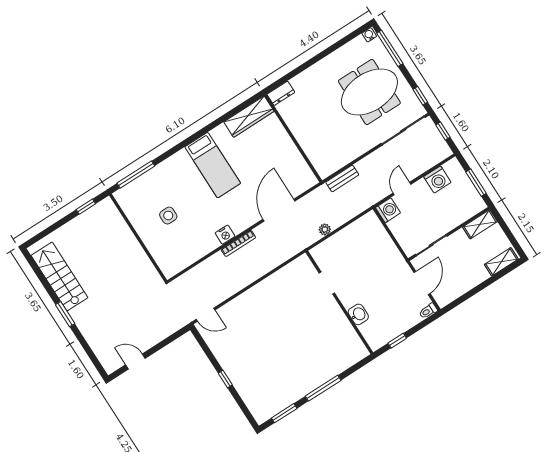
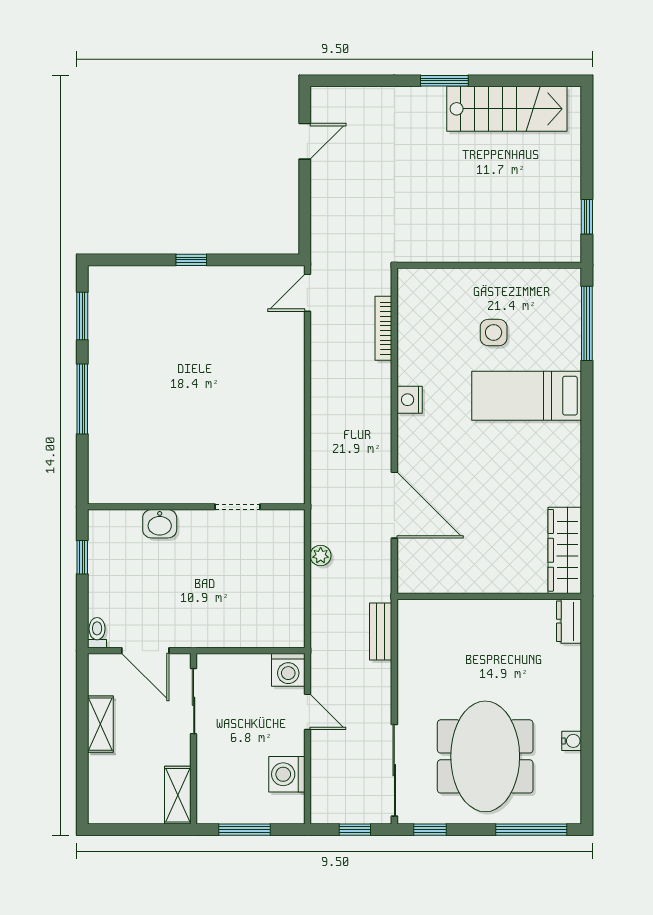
water cooler: (369, 35) -> (572, 741), moved
bed: (213, 165) -> (527, 396), moved
bookcase: (238, 243) -> (383, 328), moved
shelving: (501, 262) -> (100, 724), moved

